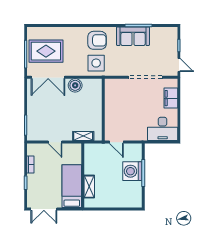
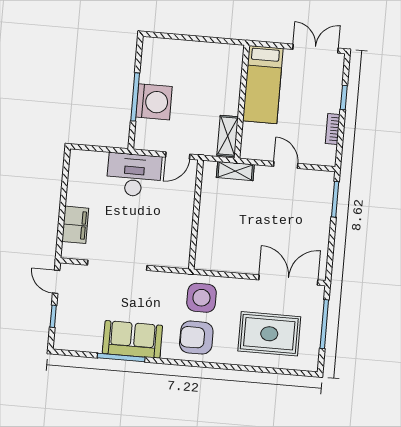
rug: (46, 51) -> (269, 334), moved
boiler: (75, 85) -> (242, 262), removed
desk: (163, 129) -> (134, 175), moved
door: (116, 142) -> (178, 156), swing flipped
shelving: (89, 187) -> (228, 136), moved

